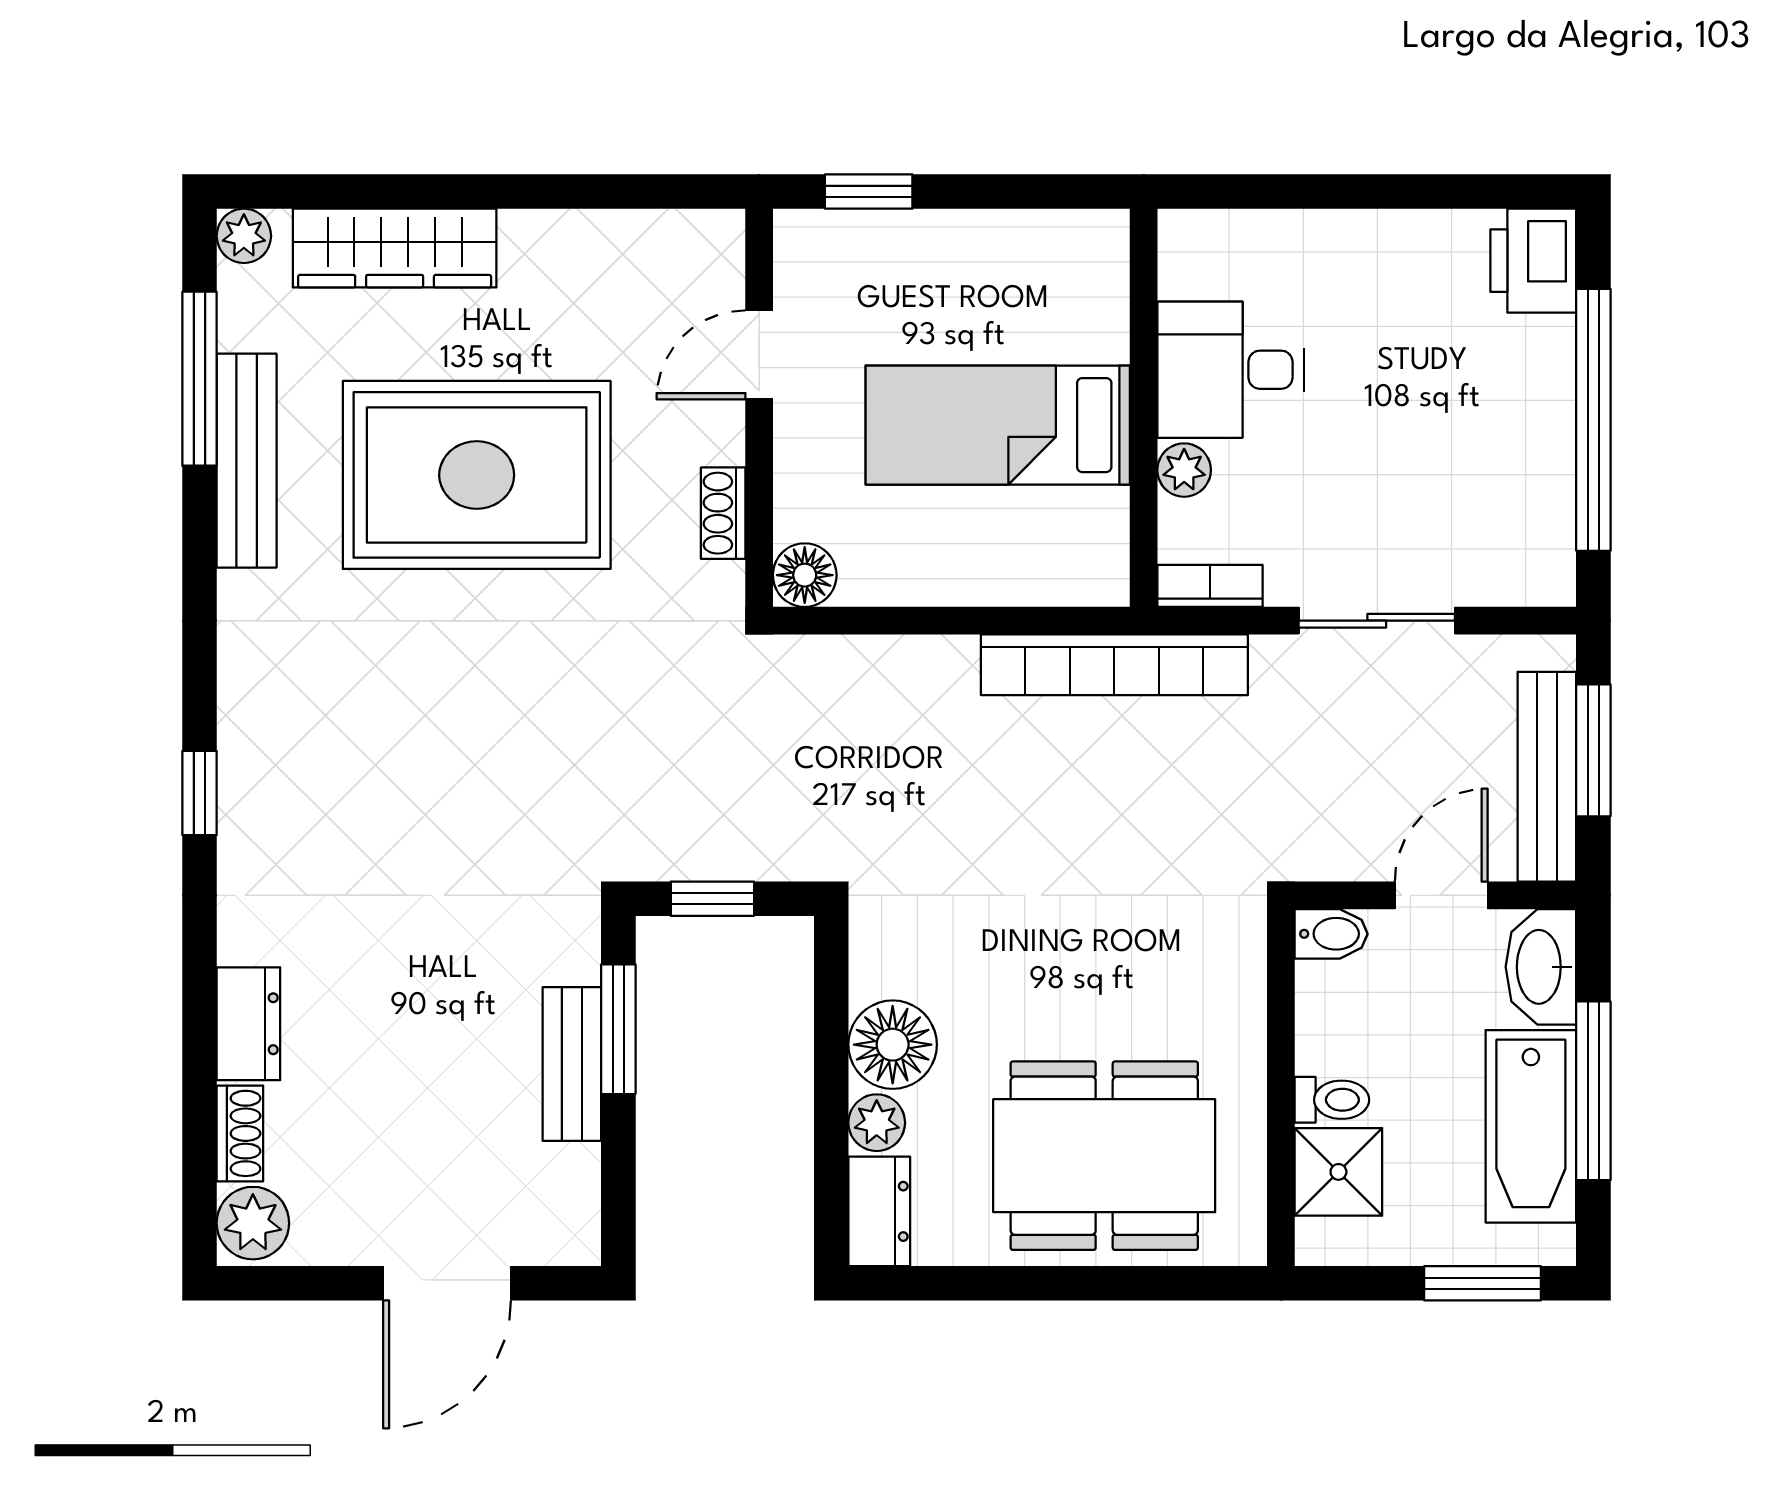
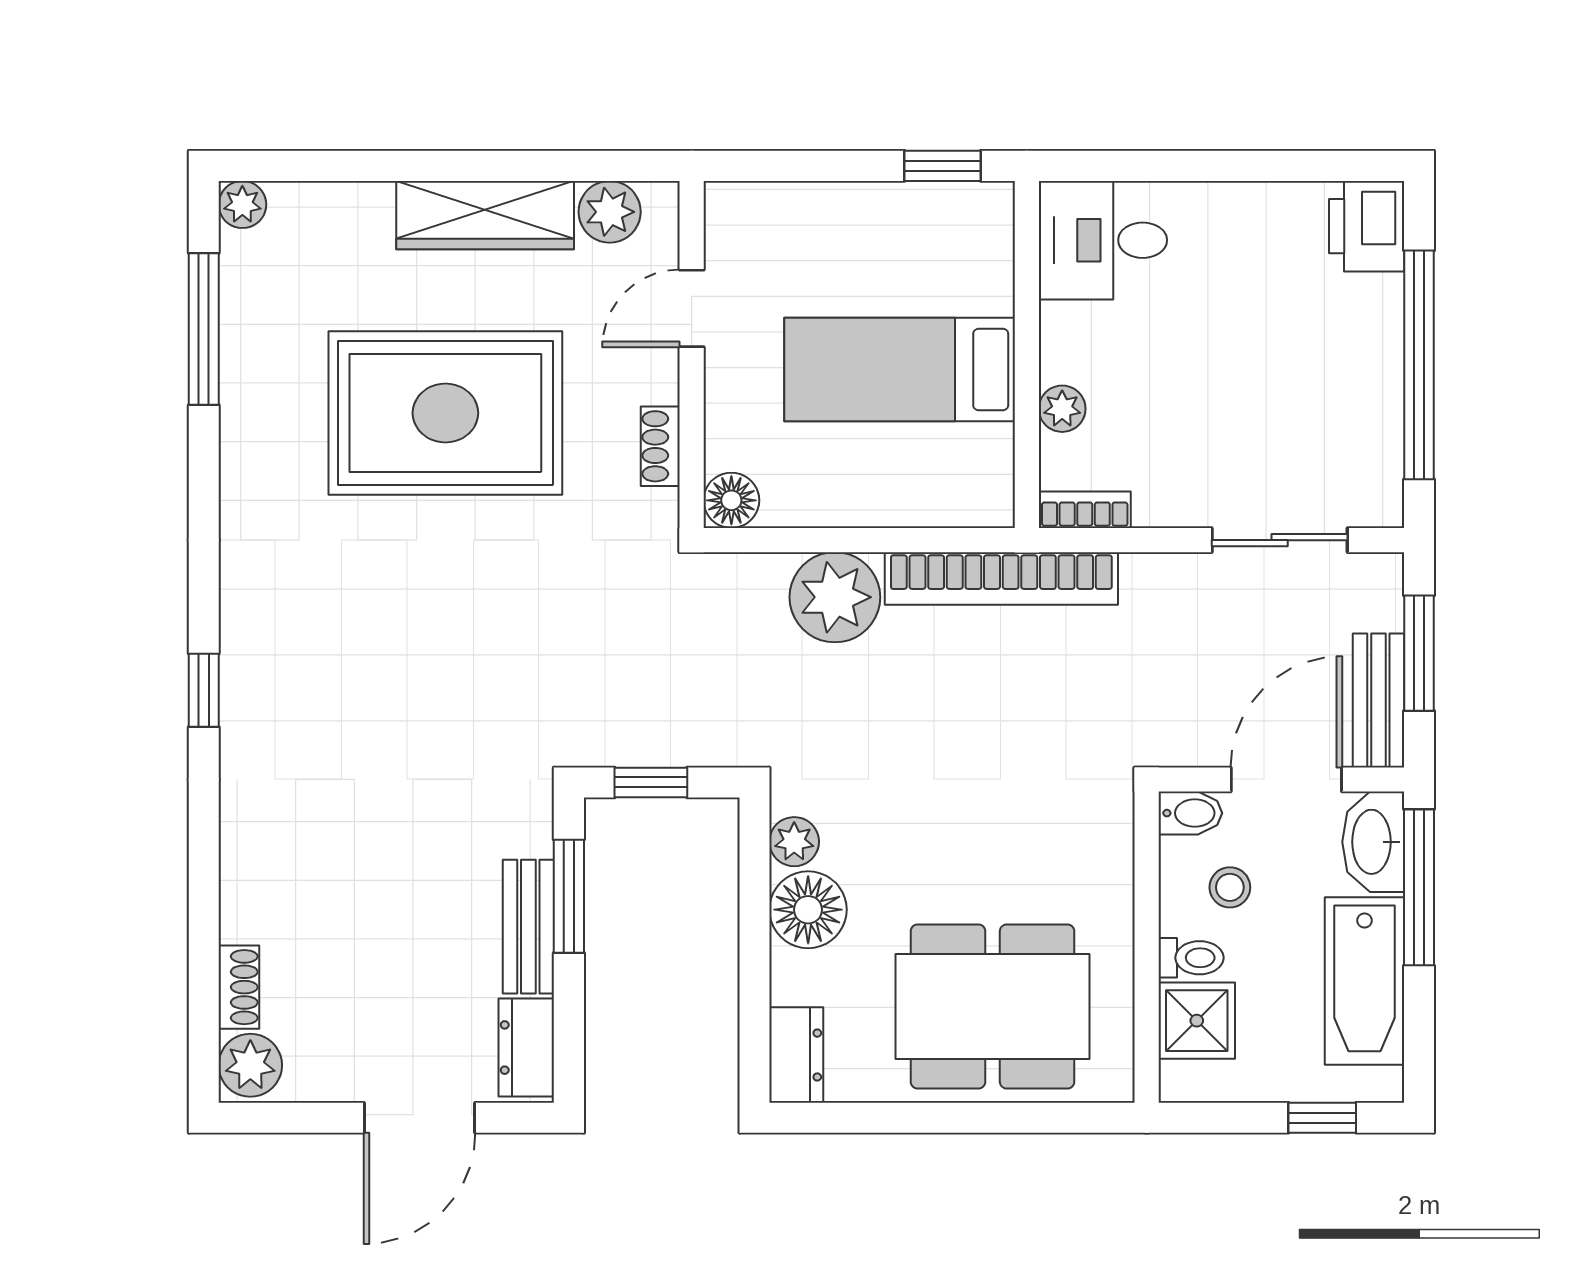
window: (869, 192) -> (943, 166), moved
plant: (665, 244) -> (610, 212), added
wardrobe: (395, 248) -> (485, 215), moved
desk: (1231, 370) -> (1103, 240), moved
bench: (247, 461) -> (245, 401), removed
sliding door: (1377, 621) -> (1280, 540), moved
plant: (923, 686) -> (835, 597), added
bench: (1547, 777) -> (1378, 700), width x0.73
door: (1441, 895) -> (1286, 779), width x1.38
stool: (1376, 1019) -> (1230, 887), added
dresser: (248, 1024) -> (526, 1048), moved, turned 180
window: (1593, 1091) -> (1419, 887), moved
plant: (877, 1123) -> (794, 842), moved
window: (1482, 1283) -> (1322, 1118), width x0.67

